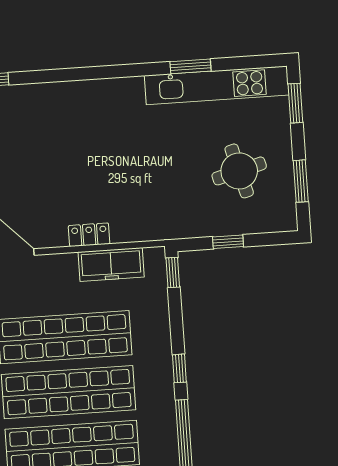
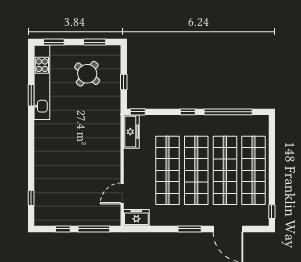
round table: (239, 171) -> (87, 74), turned -36
locker: (89, 235) -> (115, 154), removed
freezer: (111, 264) -> (131, 132), moved

